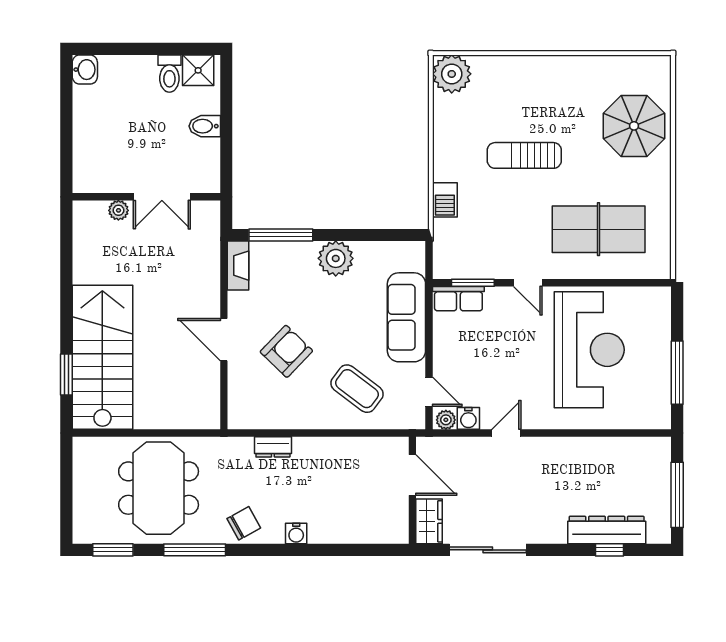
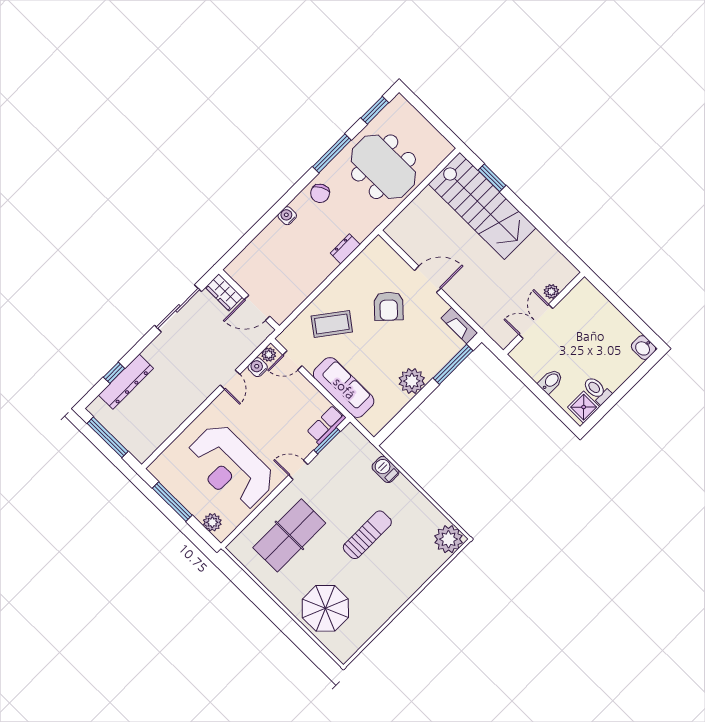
plant: (659, 315) -> (212, 522), added

